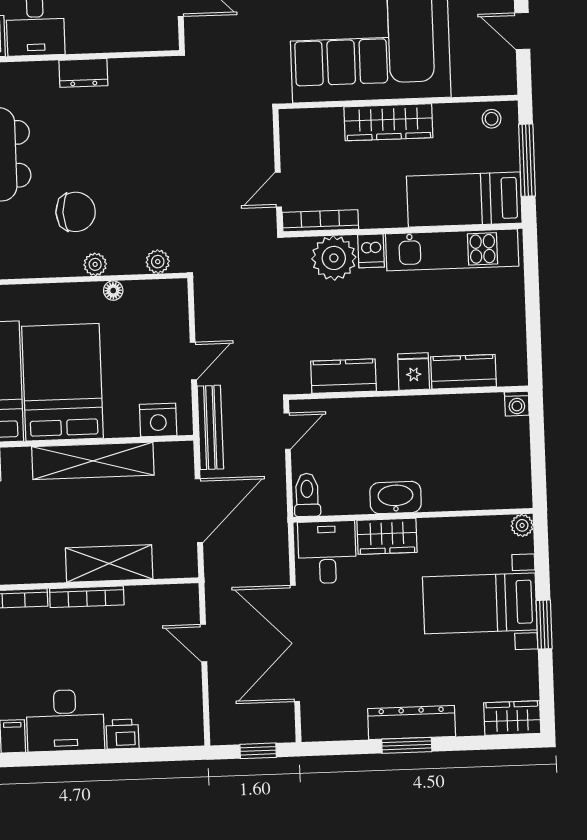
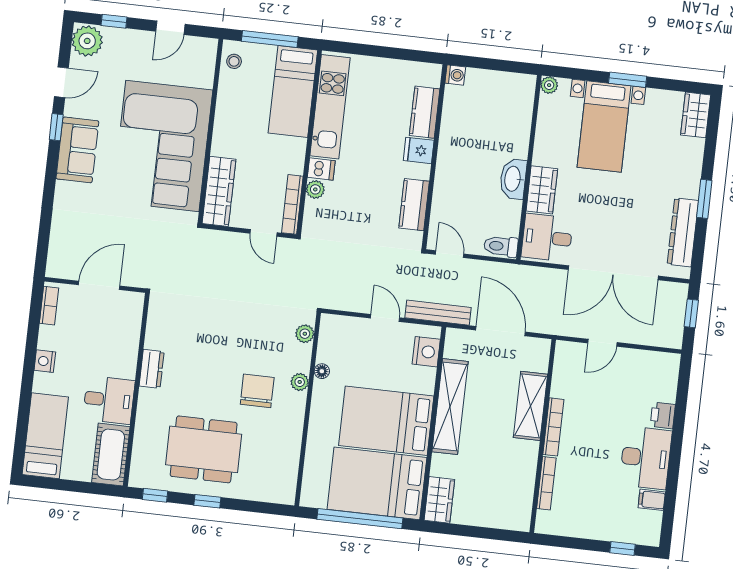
wardrobe: (388, 122) -> (219, 191), moved
plant: (334, 258) -> (315, 189), width x0.53, depth x0.53
dresser: (412, 723) -> (683, 232), moved

